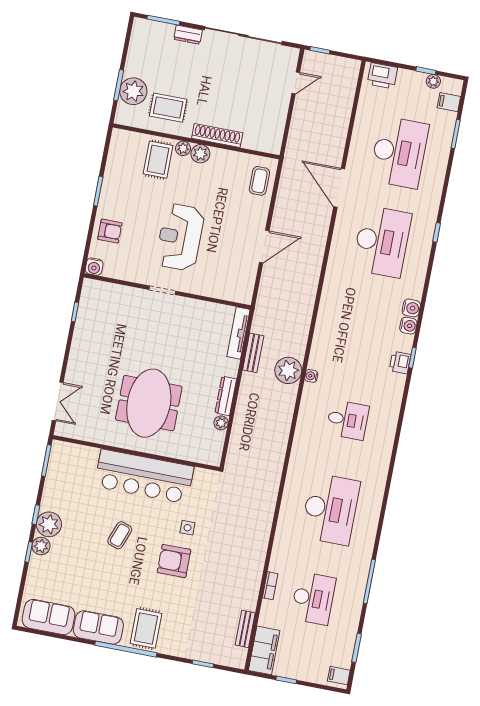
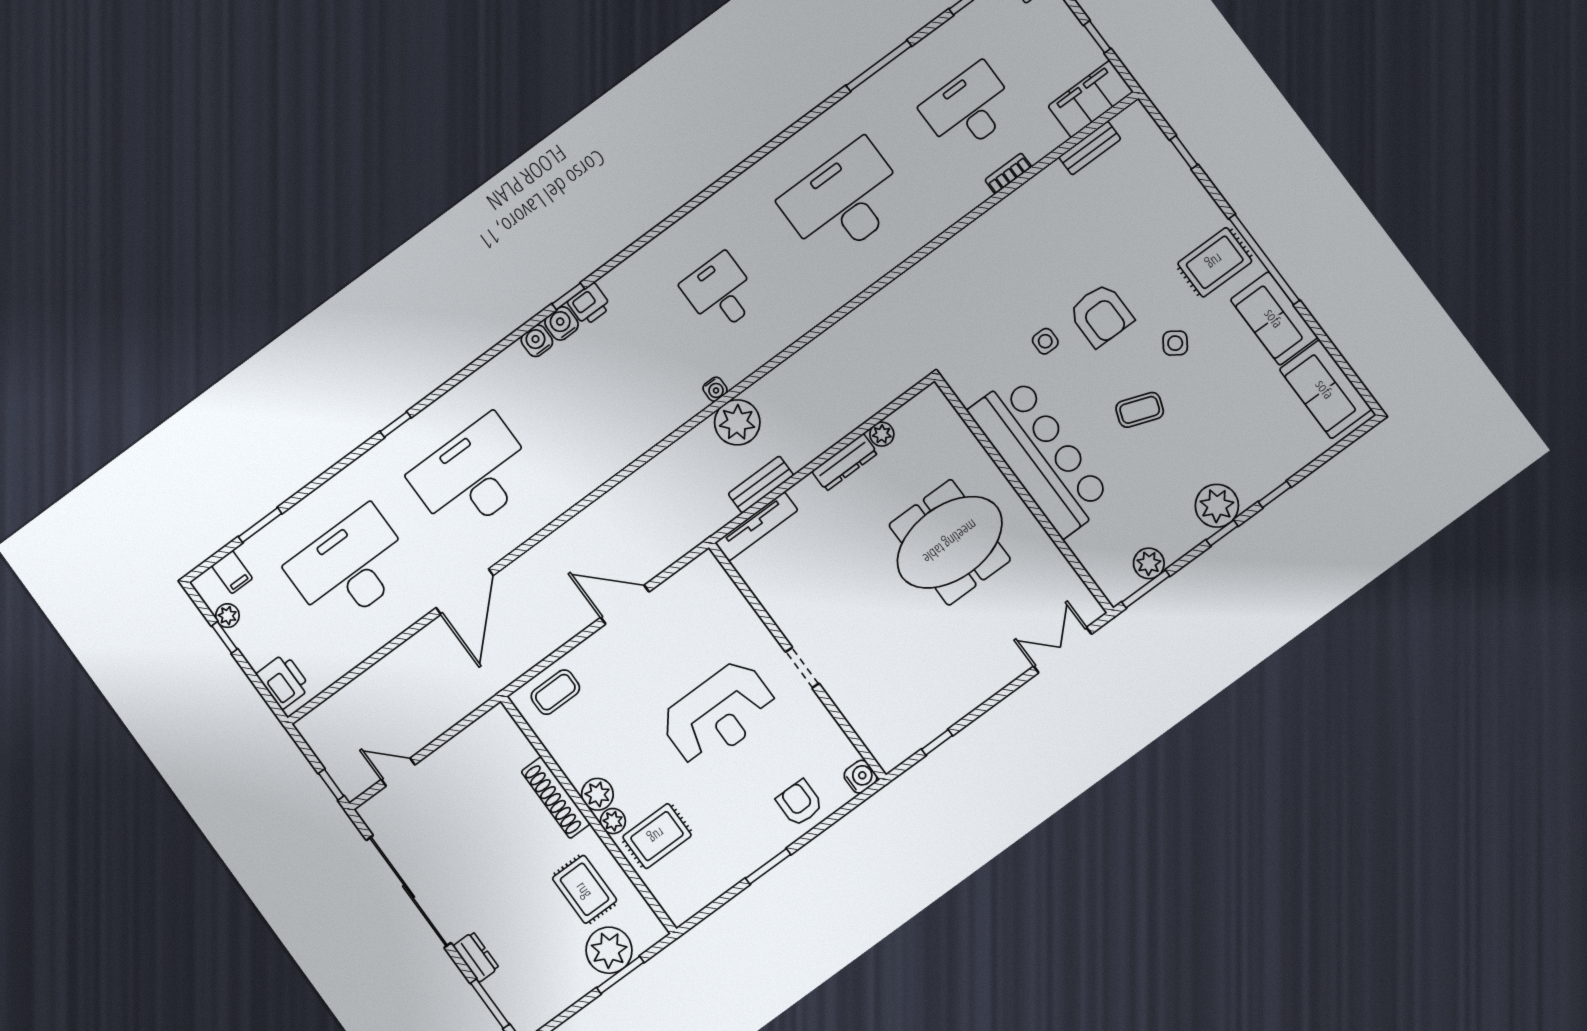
water cooler: (411, 308) -> (562, 323), moved
plant: (41, 546) -> (1149, 563), moved
side table: (131, 578) -> (1175, 343), added

